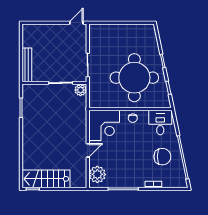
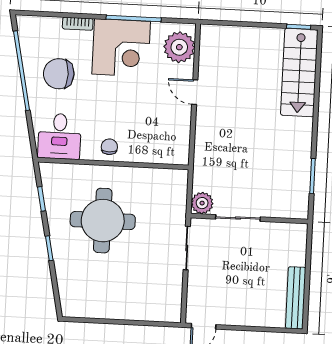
bench: (27, 65) -> (296, 298), moved
round table: (134, 78) -> (103, 221), width x0.73, depth x0.73
corner desk: (104, 125) -> (121, 48), moved, turned 180
door: (88, 150) -> (195, 92), hinge flipped
stairs: (46, 179) -> (299, 73), moved, turned 90

